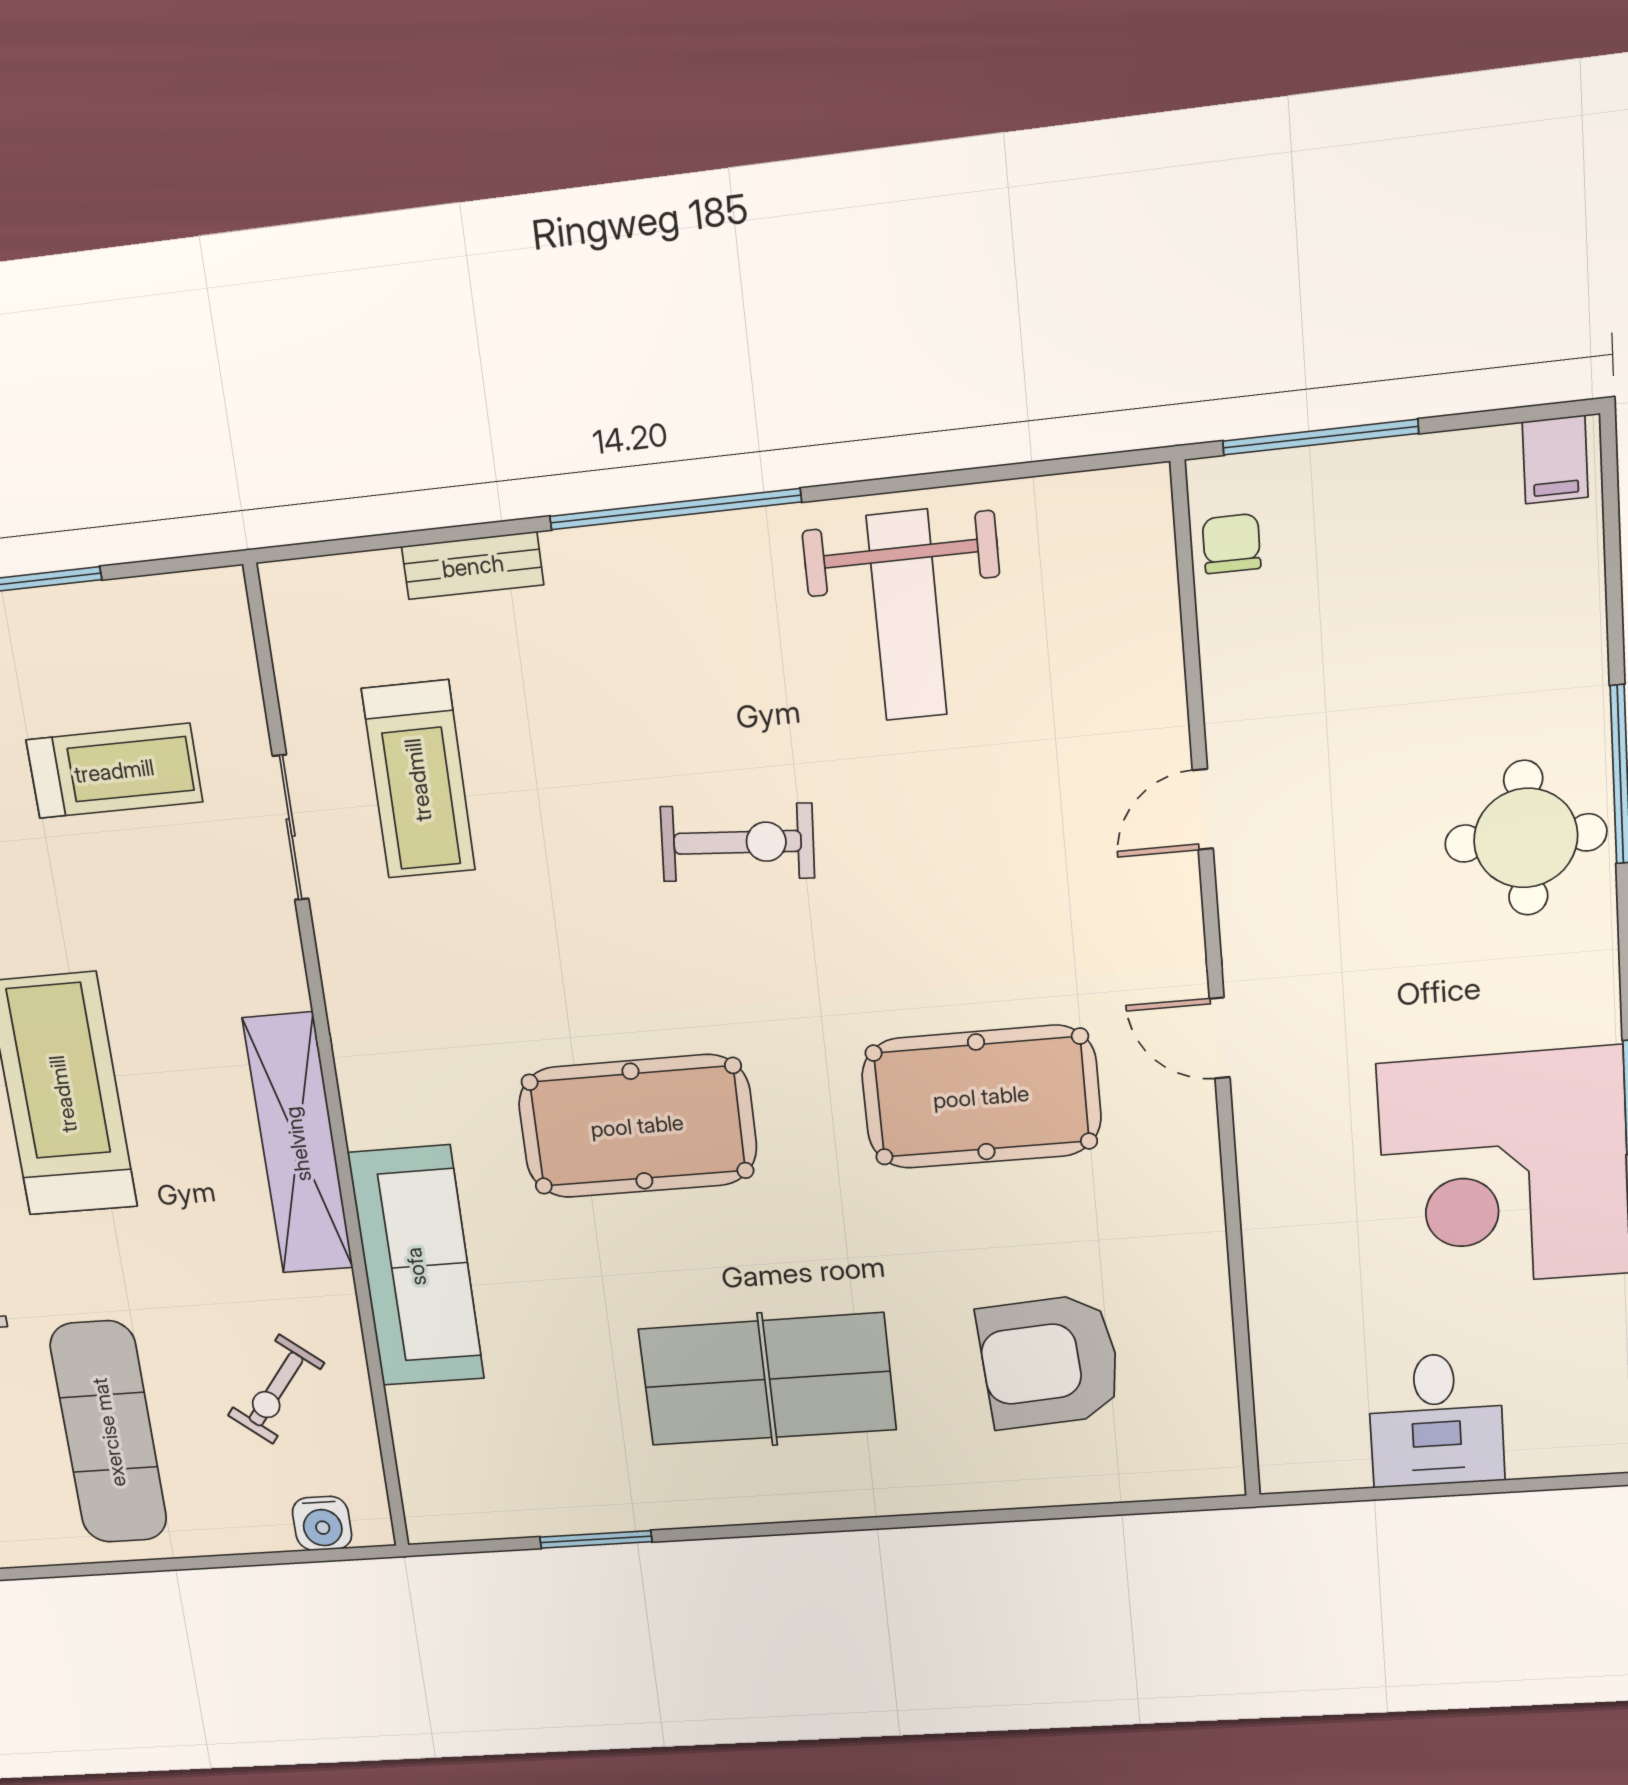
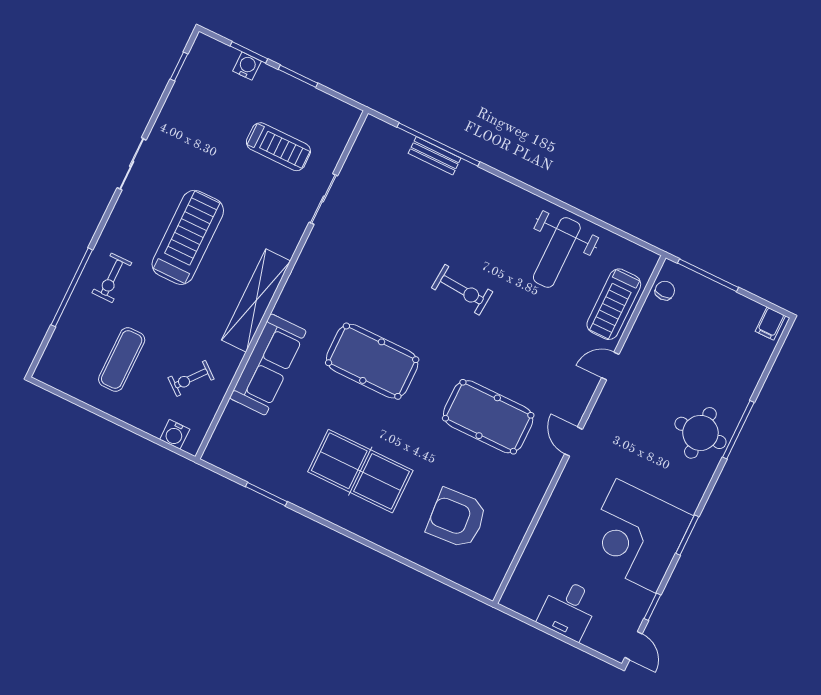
window: (675, 509) -> (438, 144), moved
treadmill: (418, 780) -> (614, 304), moved
exercise mat: (109, 1432) -> (122, 359), width x0.73, depth x0.69

